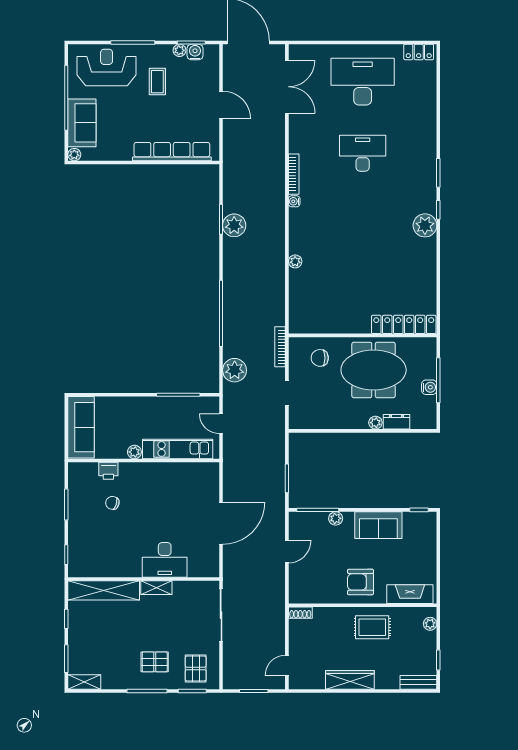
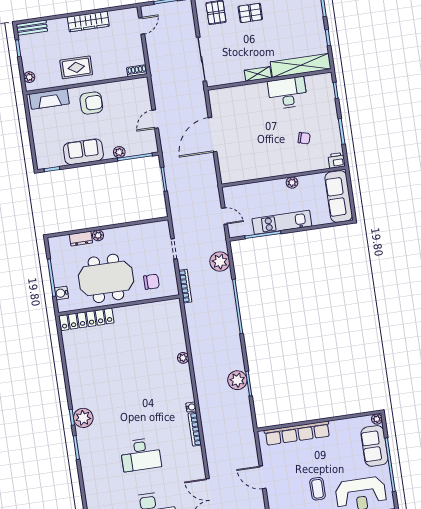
plant: (425, 225) -> (83, 418), moved
water cooler: (429, 387) -> (61, 293), moved
kitchen unit: (178, 449) -> (282, 222), moved, turned 180
printer: (108, 471) -> (337, 160), moved
desk: (165, 560) -> (287, 93), moved

